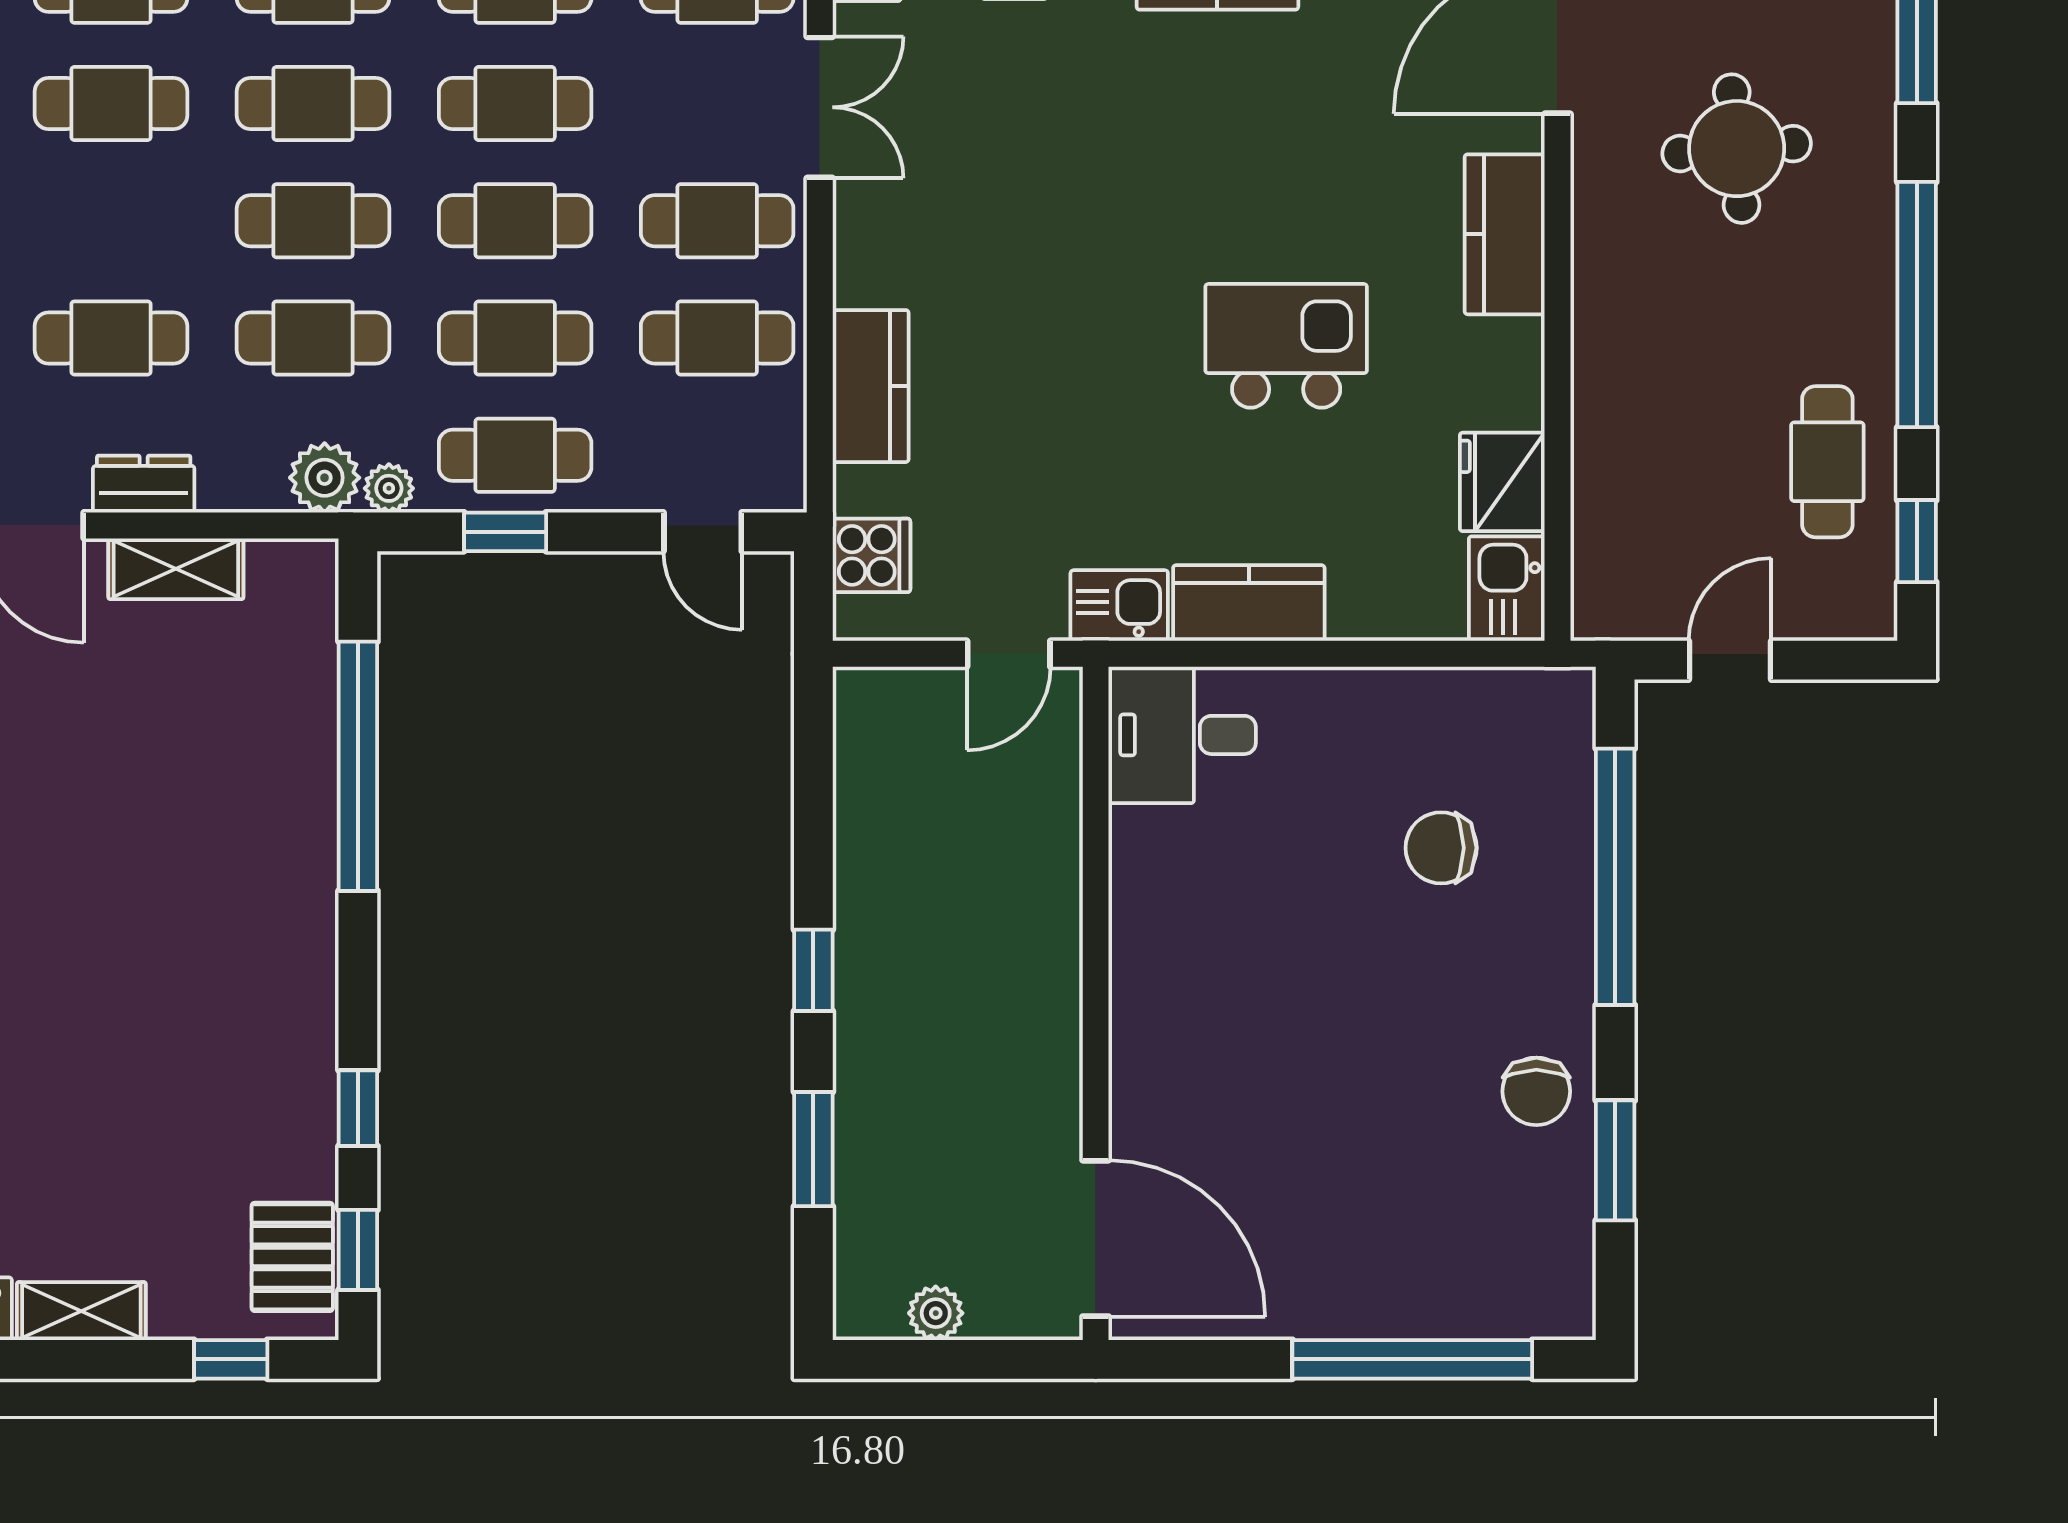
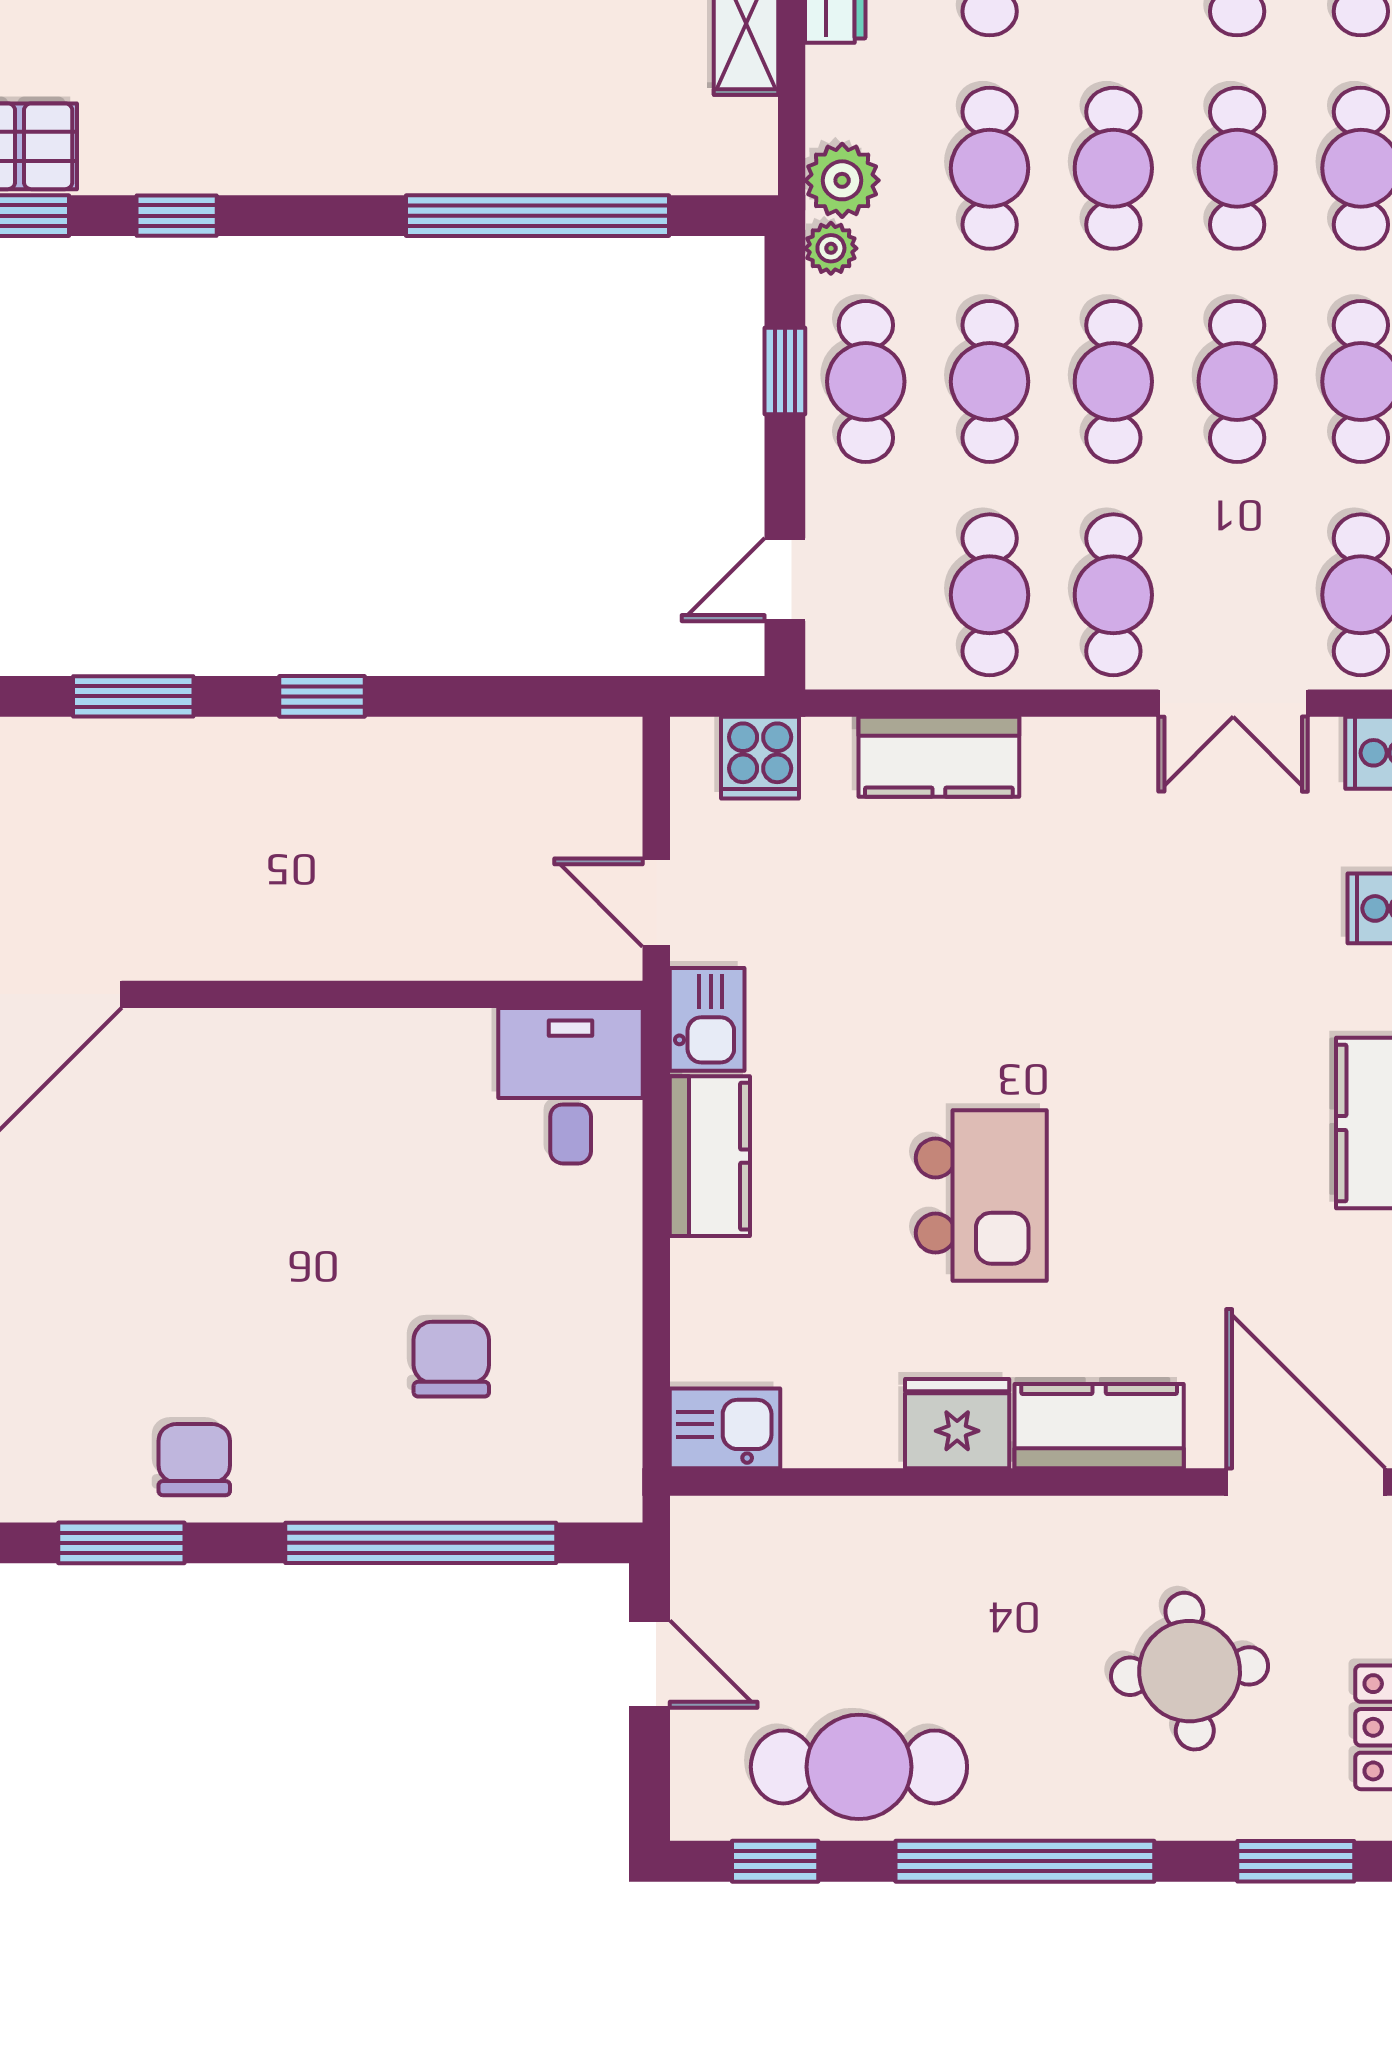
cafe table: (1827, 462) -> (859, 1767), width x1.37, depth x1.35
fridge: (1502, 482) -> (957, 1424), moved
chair: (1536, 1091) -> (194, 1460), turned 90

